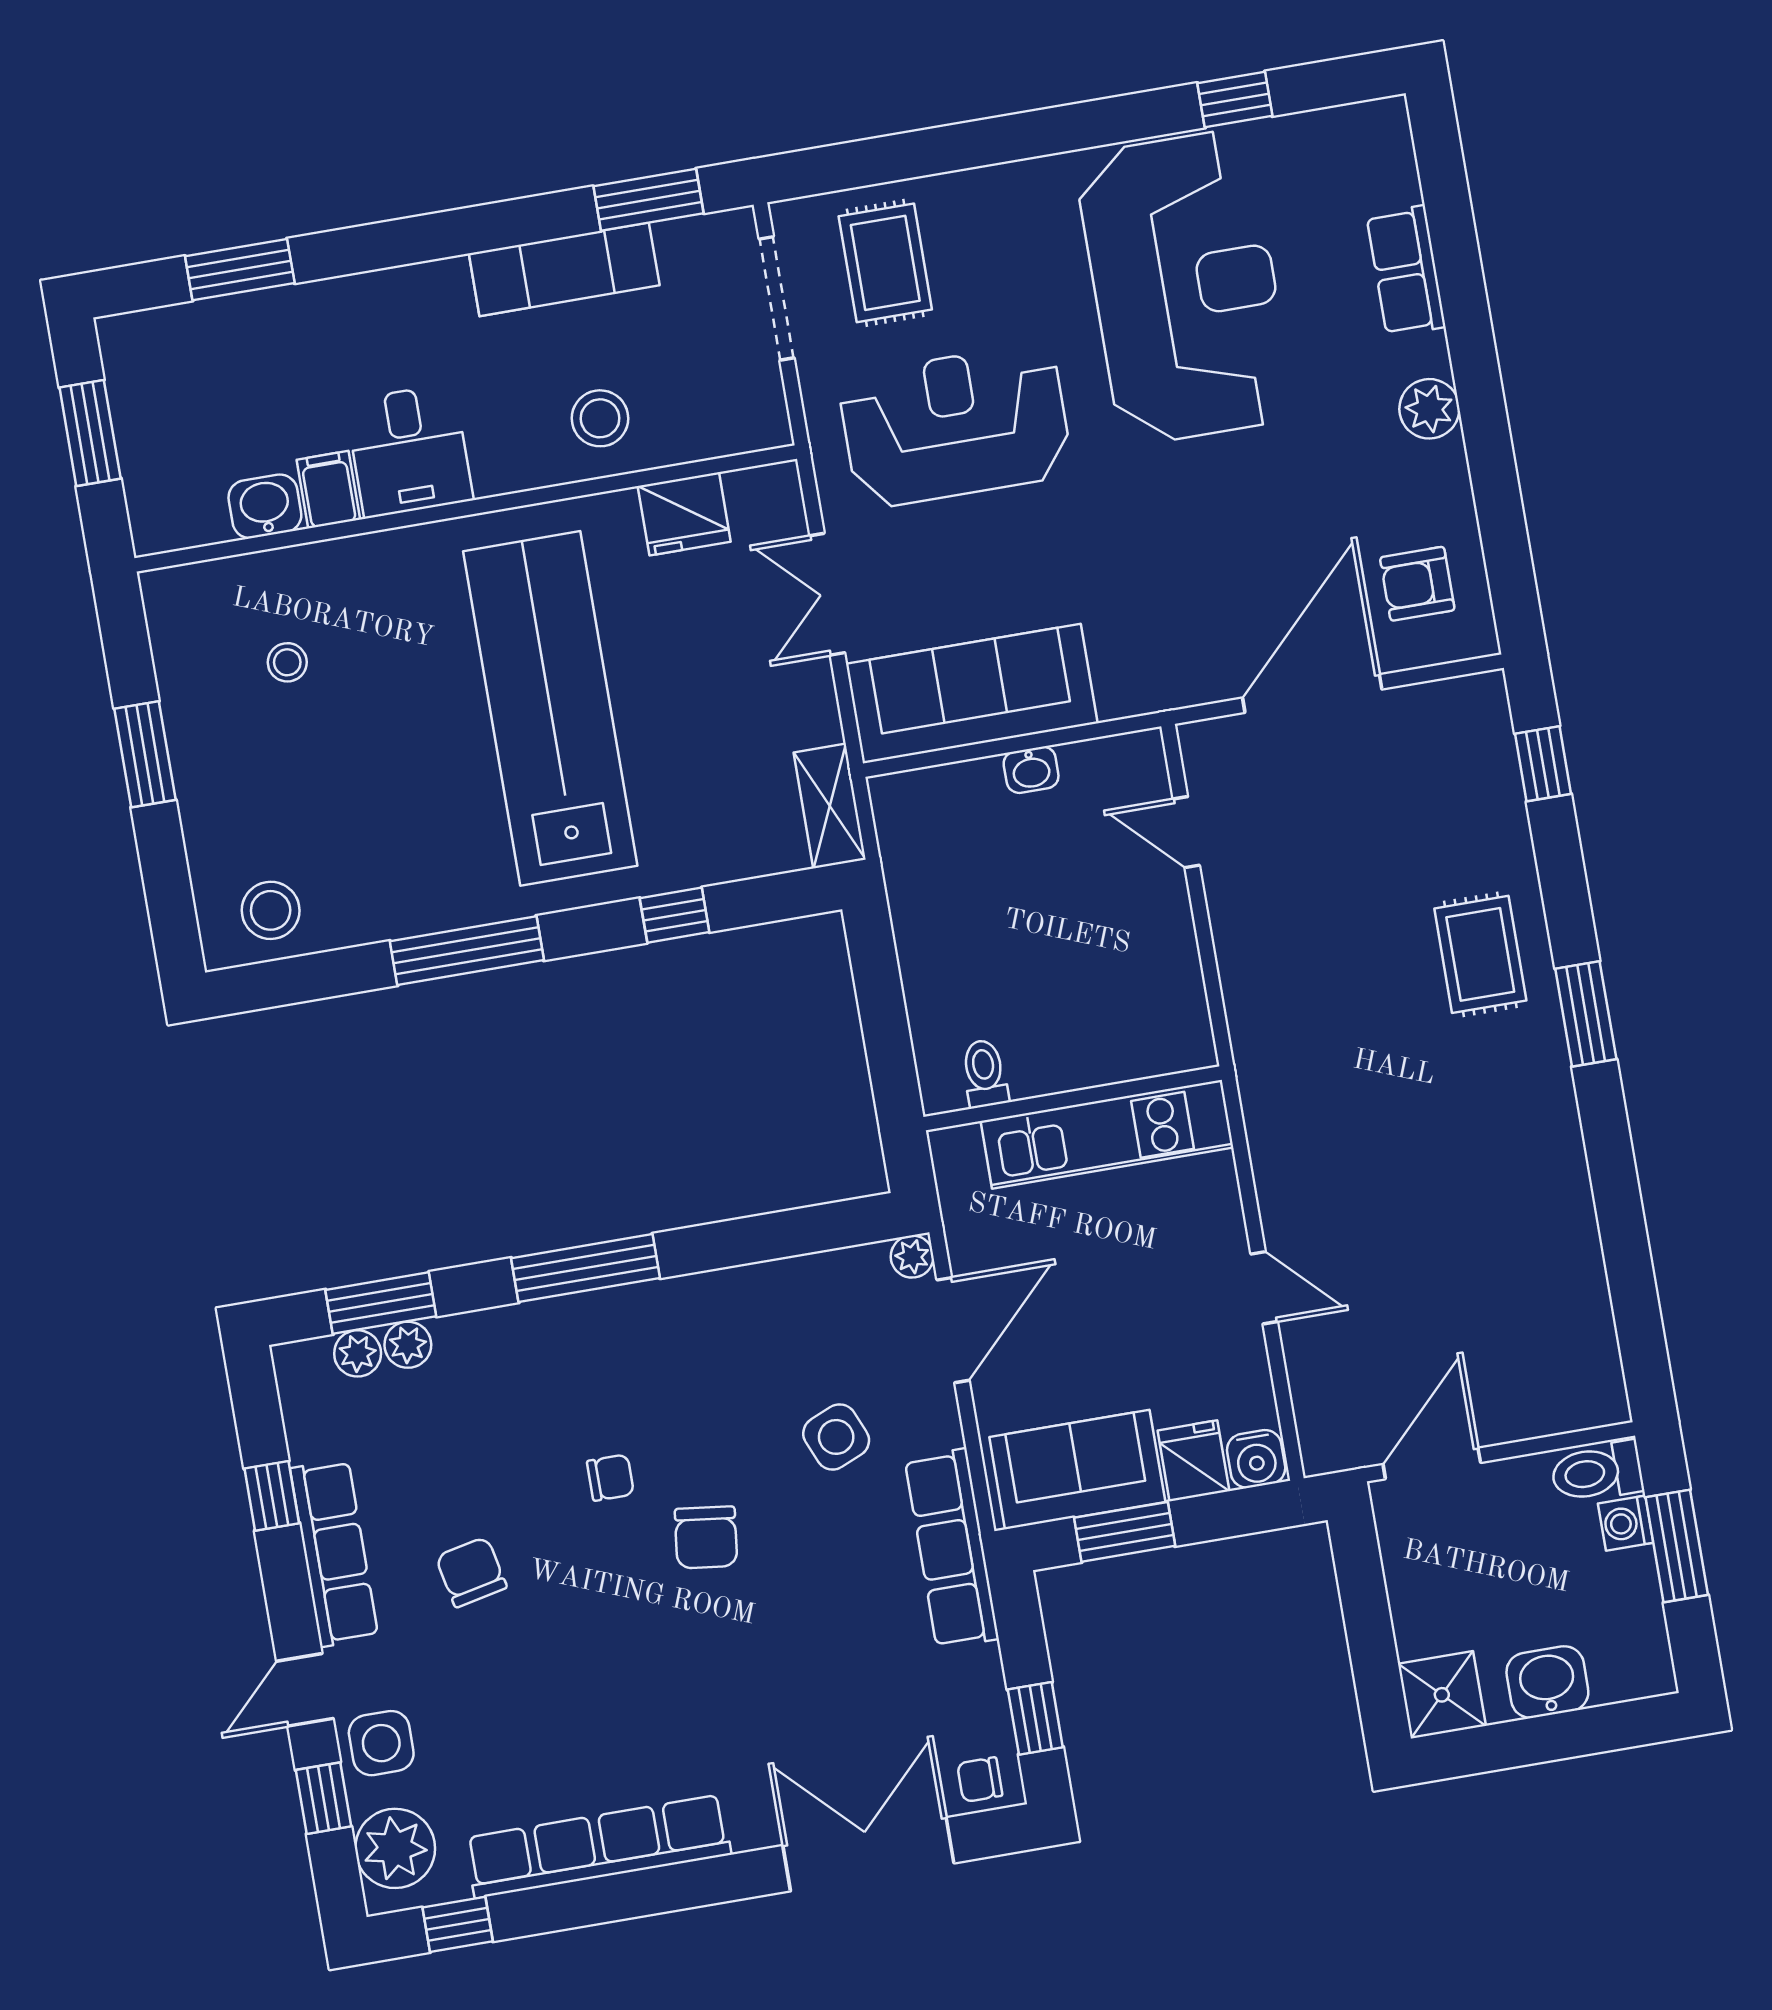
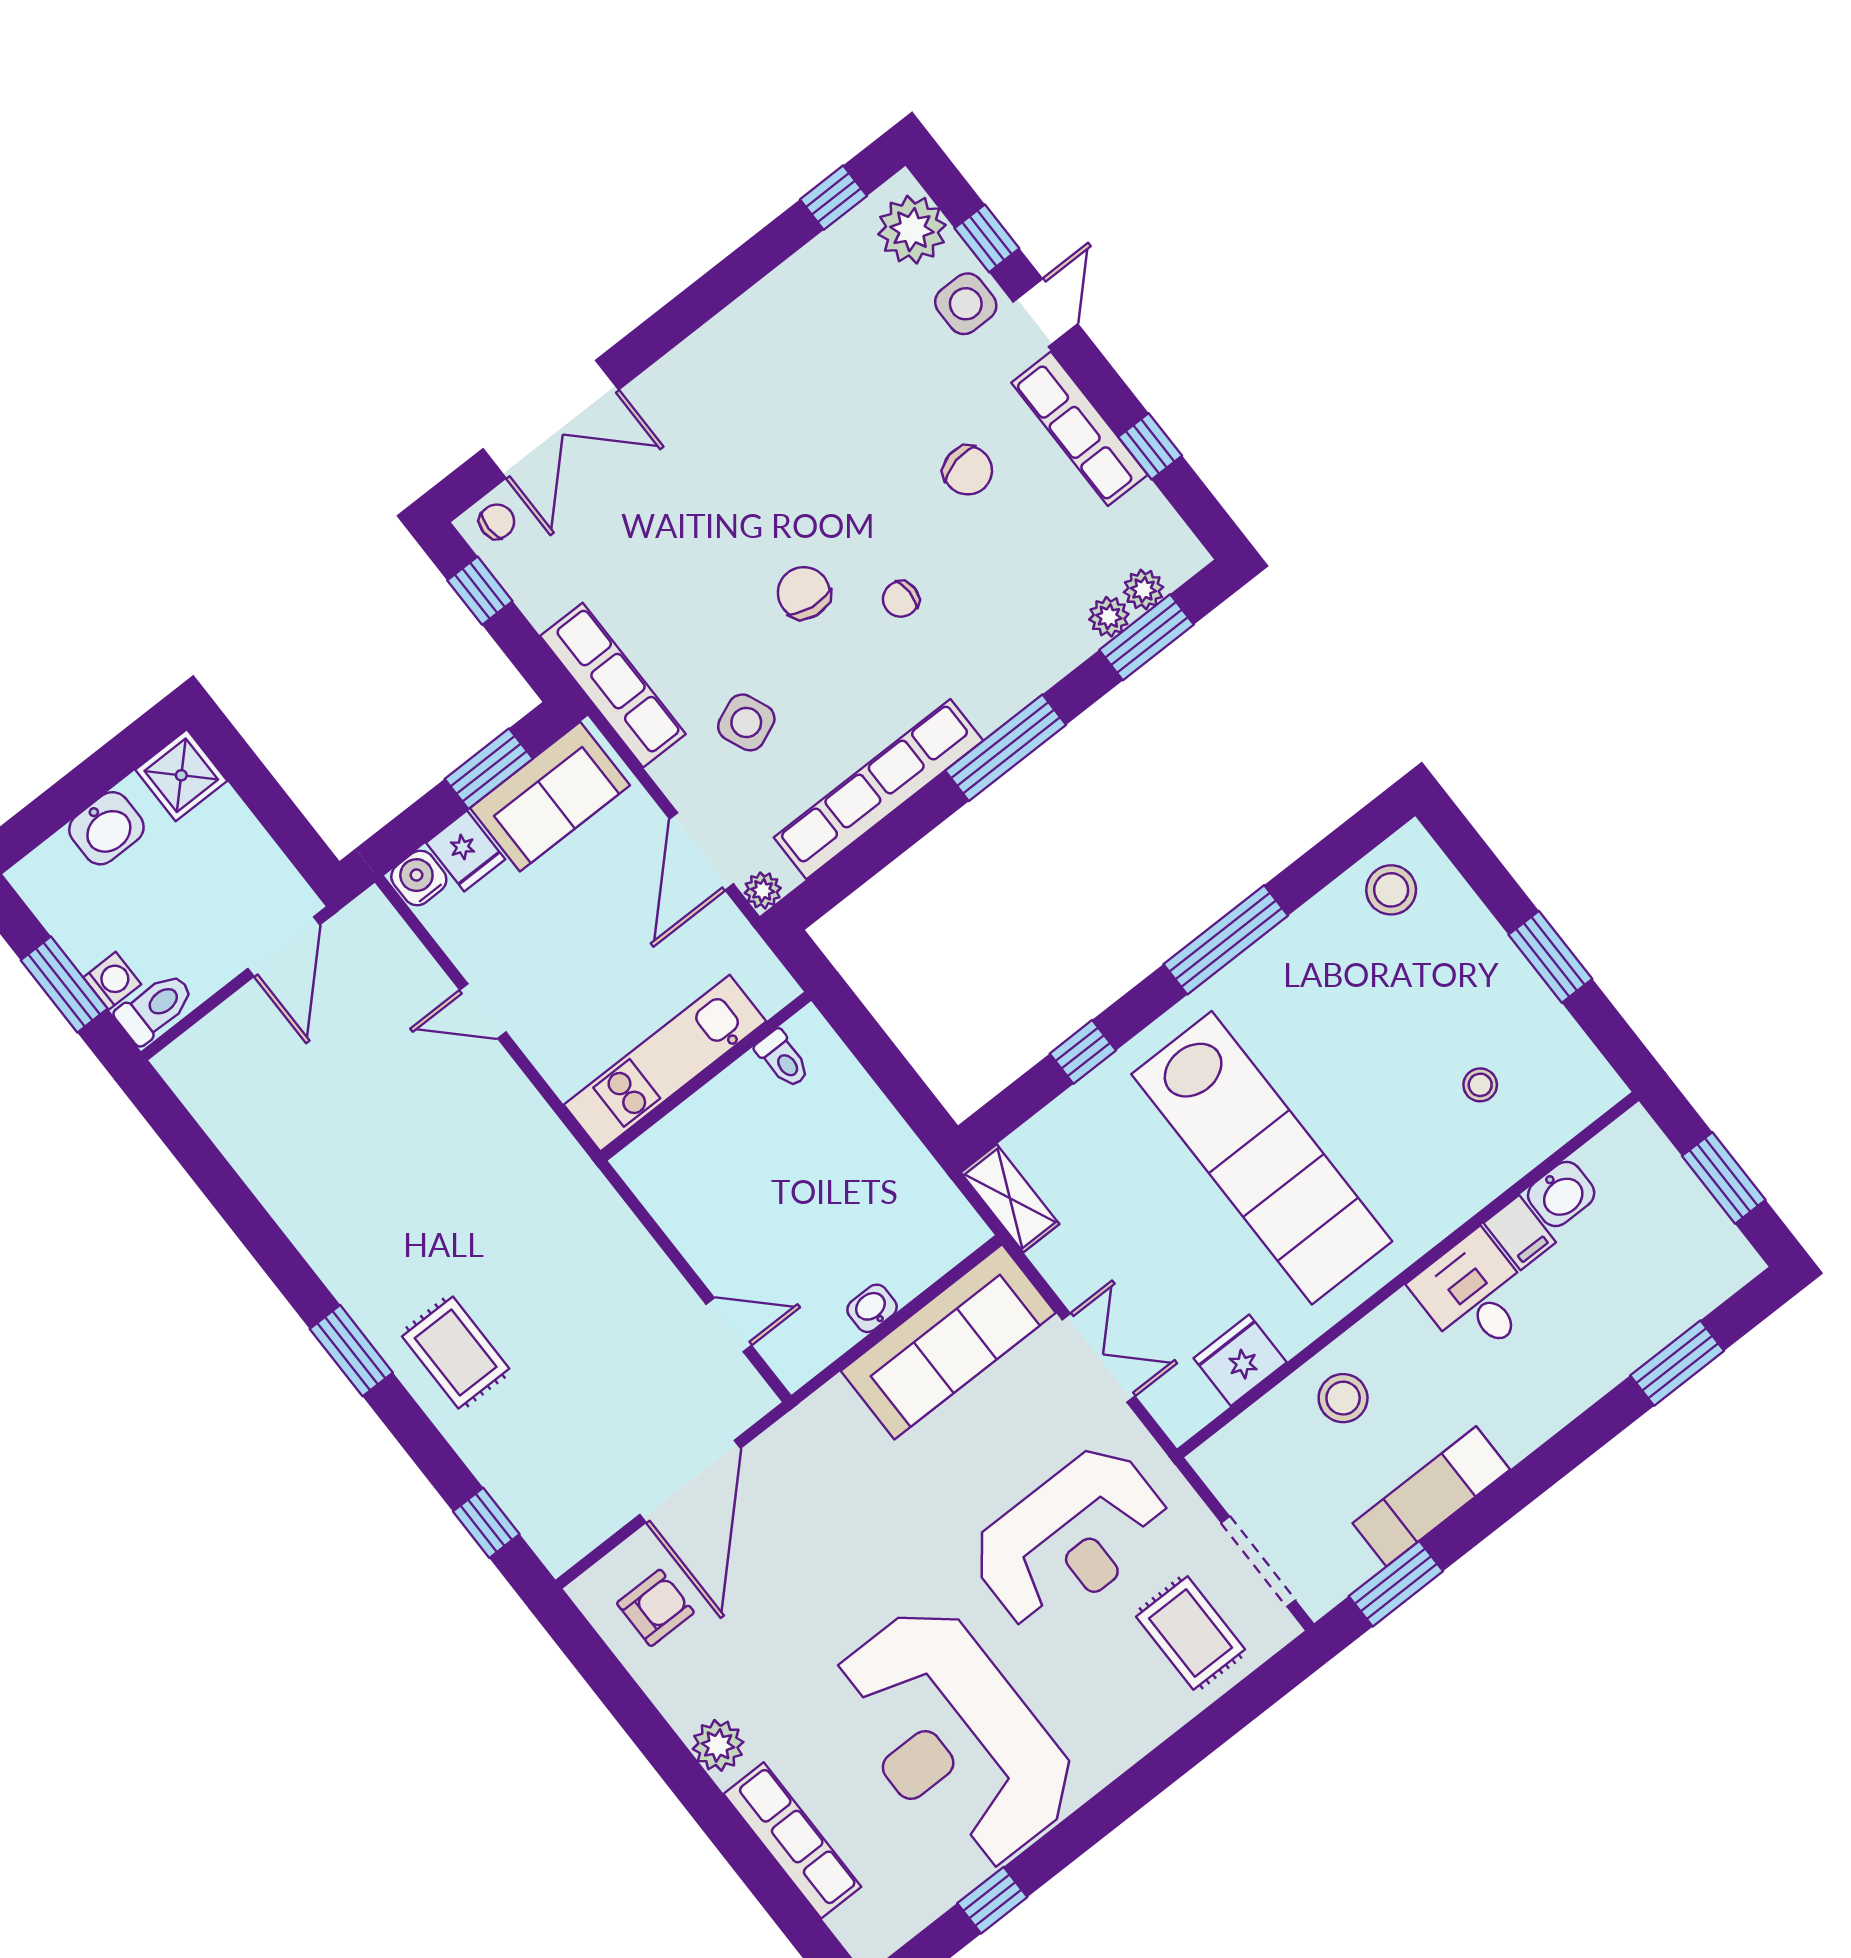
row of seats: (1406, 271) -> (792, 1840), width x1.48
row of seats: (598, 1846) -> (878, 789), moved, turned 180

